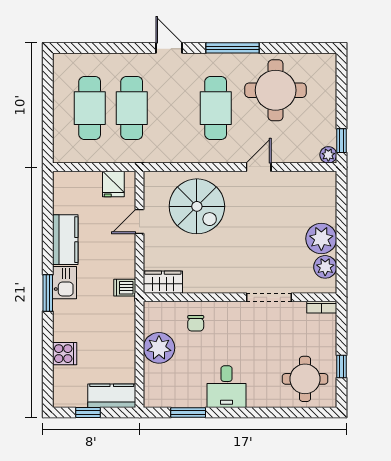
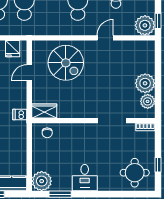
plant: (328, 155) -> (145, 25), width x1.88, depth x1.88
chair: (196, 323) -> (47, 133), moved
plant: (159, 348) -> (42, 181), moved

